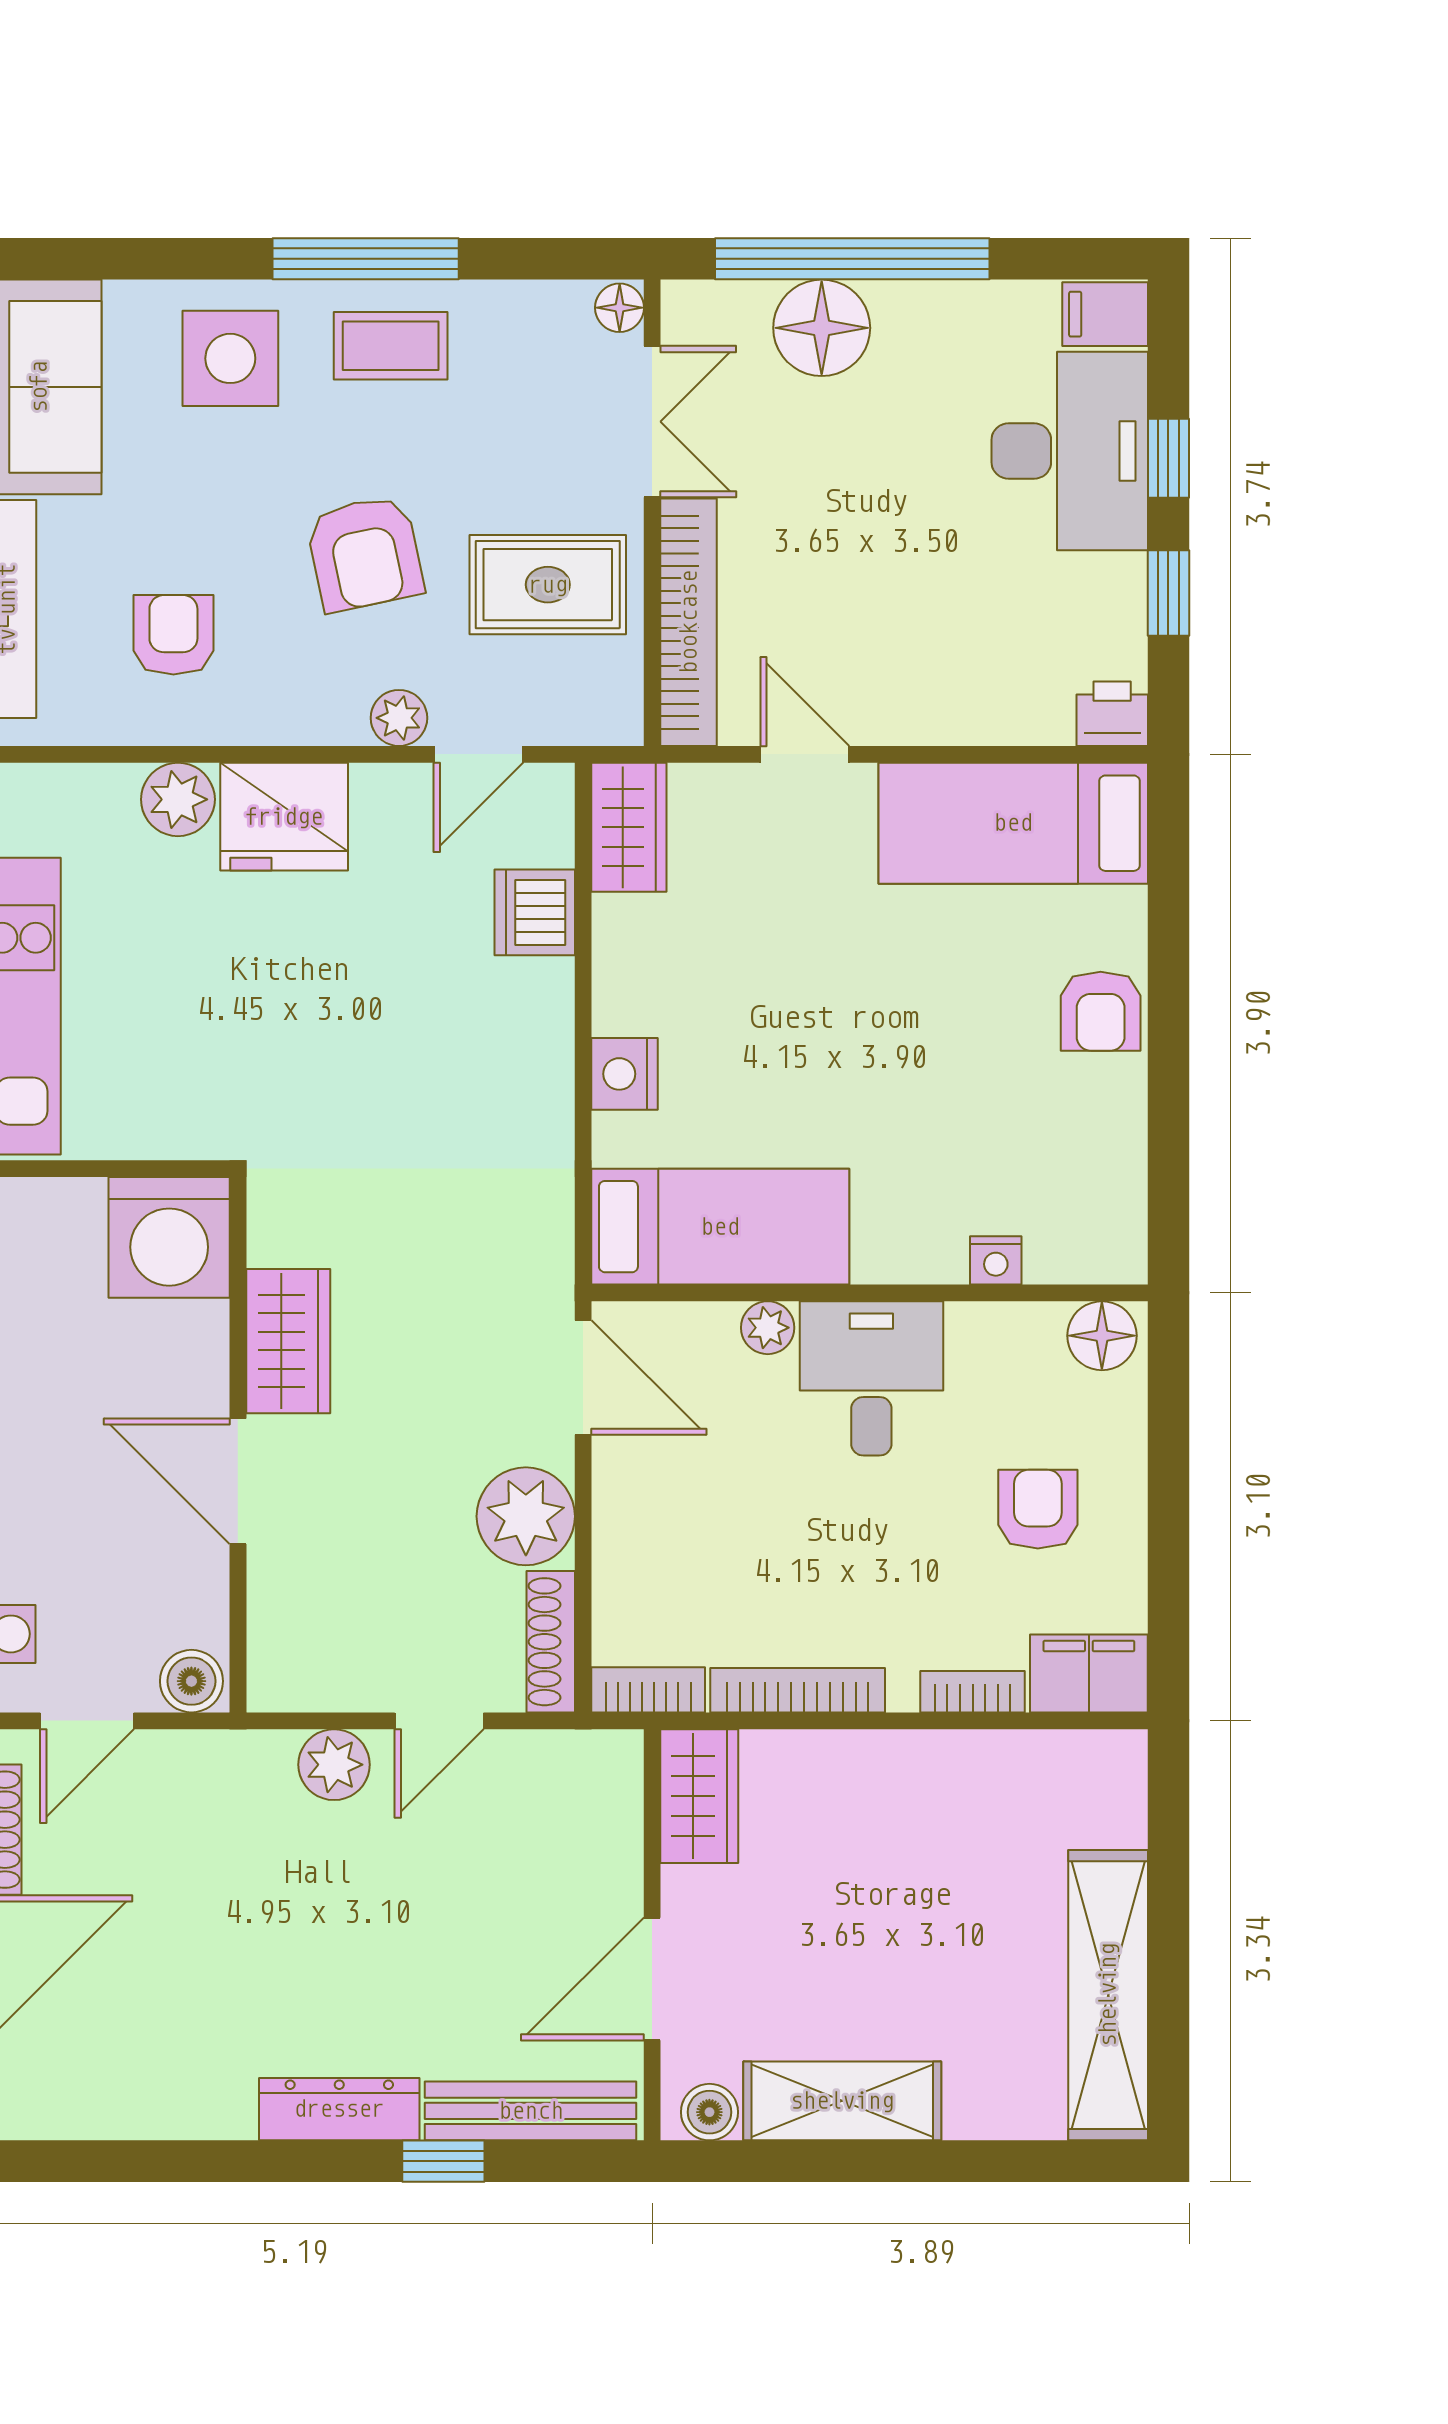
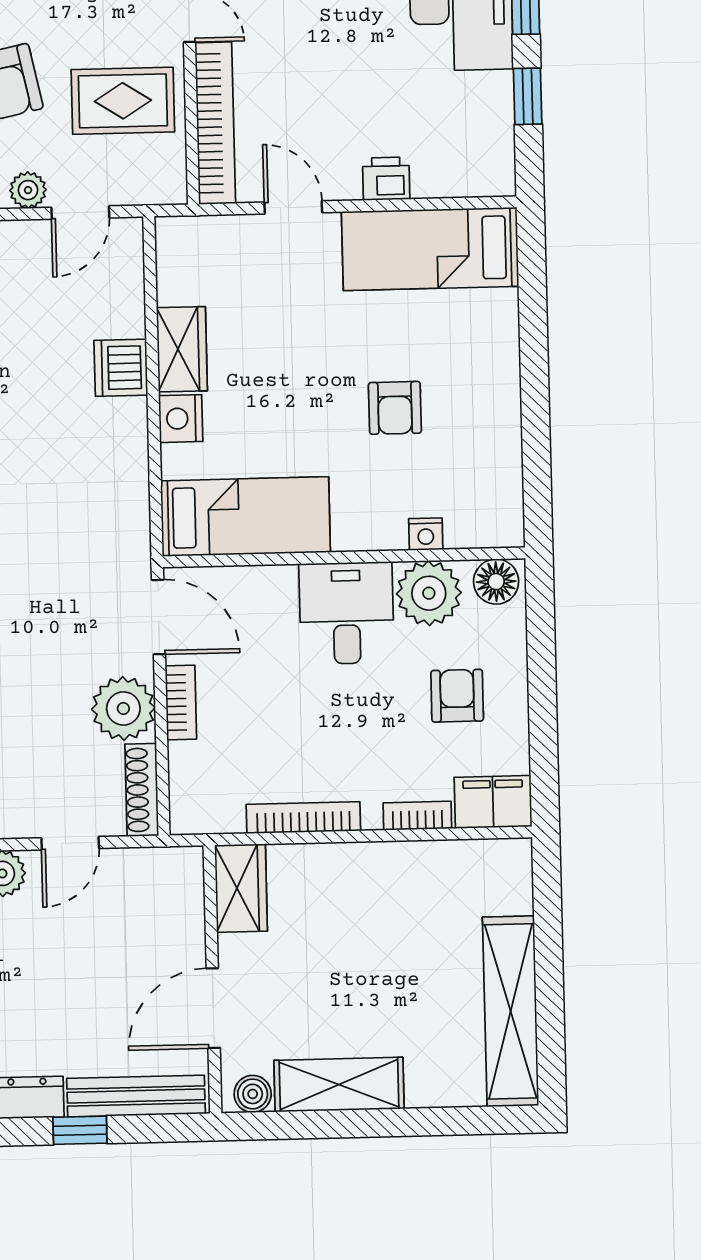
printer: (1112, 714) -> (386, 179), moved
wardrobe: (629, 827) -> (182, 349), moved
dishwasher: (535, 912) -> (121, 368), moved
armchair: (1101, 1011) -> (395, 408), moved
plant: (768, 1328) -> (429, 593), moved, width x1.88, depth x1.88
bookcase: (648, 1690) -> (181, 702), moved, turned 90

